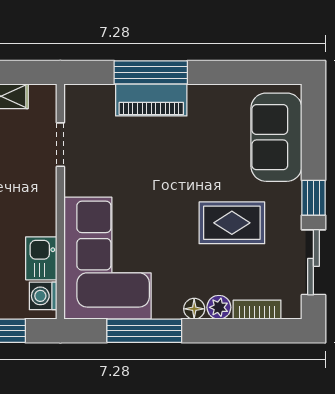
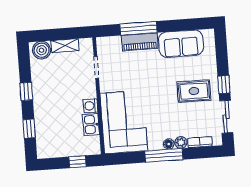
sofa: (276, 137) -> (181, 44), moved, turned -90
rug: (232, 223) -> (194, 91), moved
washing machine: (43, 296) -> (90, 106), moved
window: (144, 331) -> (164, 155), moved

